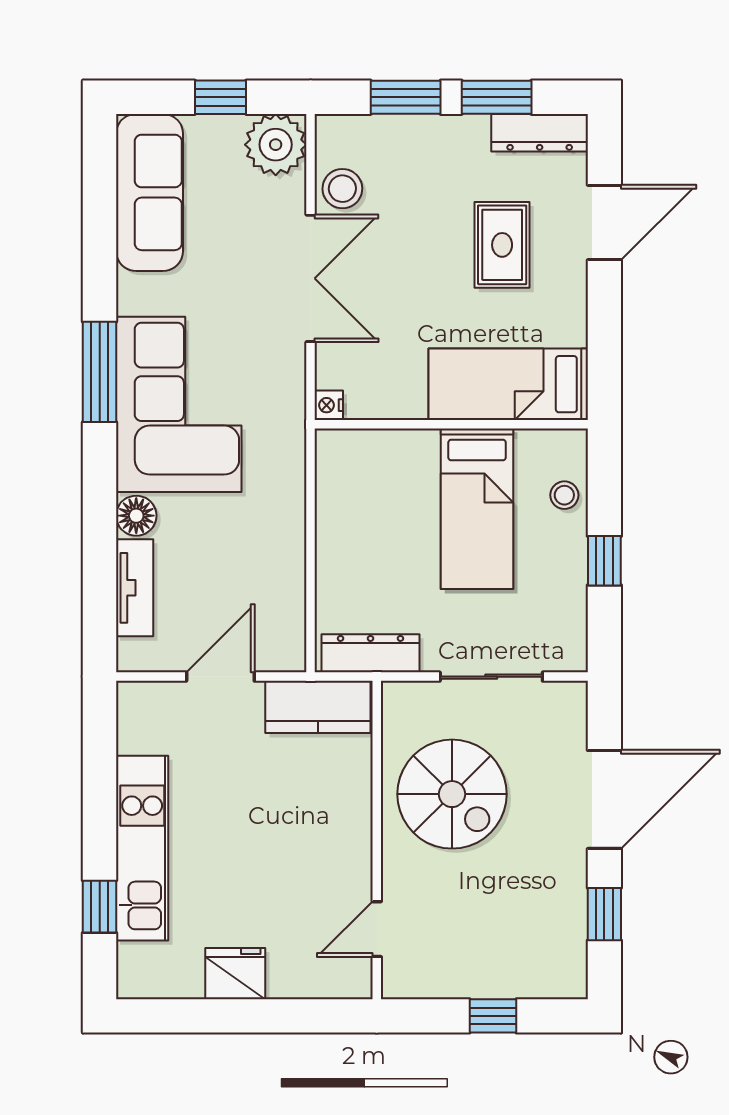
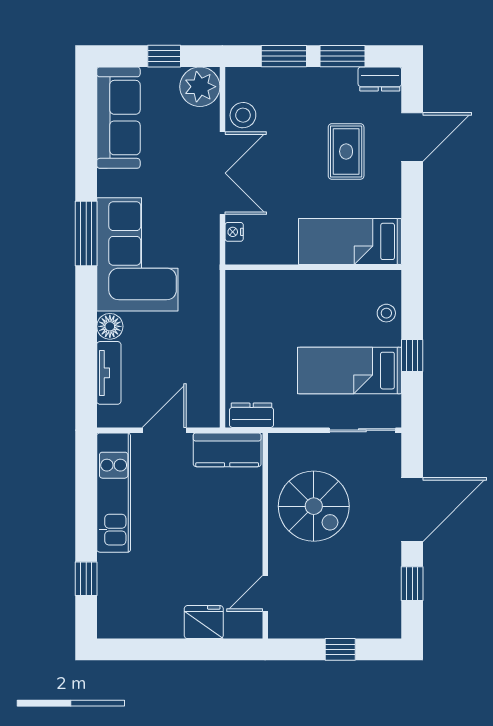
dresser: (540, 133) -> (380, 79), width x0.70
nightstand: (329, 405) -> (234, 232), moved
bed: (477, 509) -> (350, 371), moved, turned 90
dresser: (370, 653) -> (252, 415), width x0.70
sliding door: (491, 677) -> (362, 430), moved
kitchen unit: (142, 848) -> (114, 493), moved
fridge: (235, 974) -> (204, 622), moved

